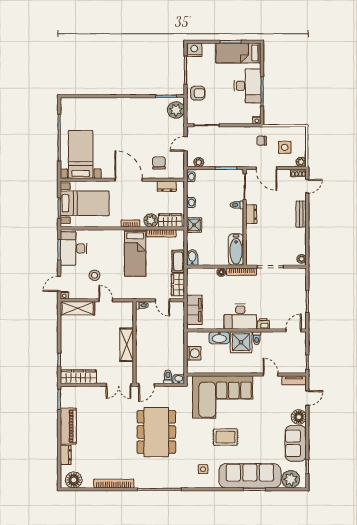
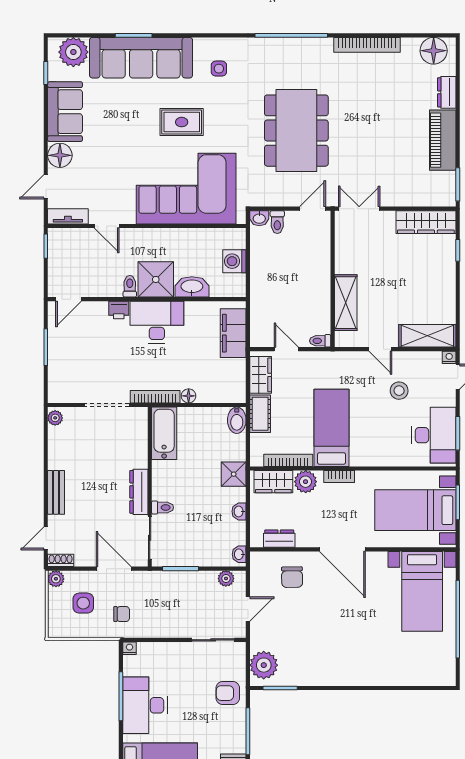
dresser: (251, 214) -> (139, 492), width x1.44
shelving: (127, 345) -> (346, 303), moved

